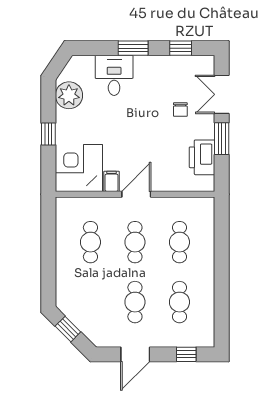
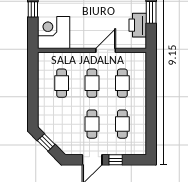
filing cabinet: (112, 181) -> (76, 42), removed
door: (136, 194) -> (106, 50), moved
window: (186, 354) -> (116, 160), moved

